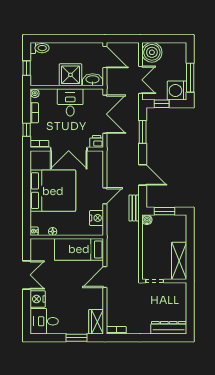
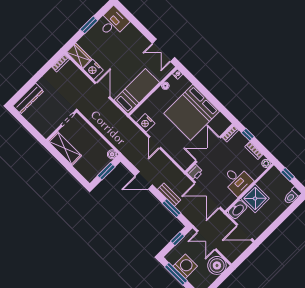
washing machine: (177, 91) -> (185, 266), moved
bench: (134, 208) -> (169, 195), moved
double door: (27, 275) -> (164, 50), moved
nightstand: (38, 299) -> (93, 69), moved, turned 180
window: (77, 338) -> (89, 25), moved

